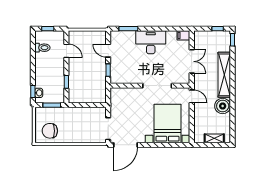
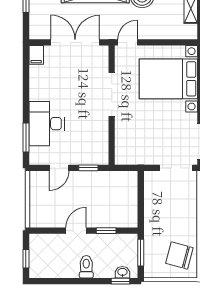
desk: (151, 42) -> (47, 124), moved
toilet: (42, 48) -> (86, 267), moved
door: (66, 51) -> (76, 231), moved
double door: (192, 61) -> (75, 42), width x1.37
chair: (50, 131) -> (179, 256), turned 105

